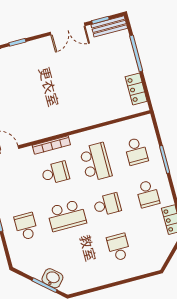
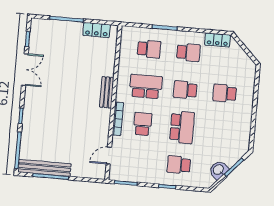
bench: (109, 26) -> (107, 92), moved
school desk: (107, 205) -> (185, 90), turned -90
washbasin: (52, 278) -> (219, 170), moved

